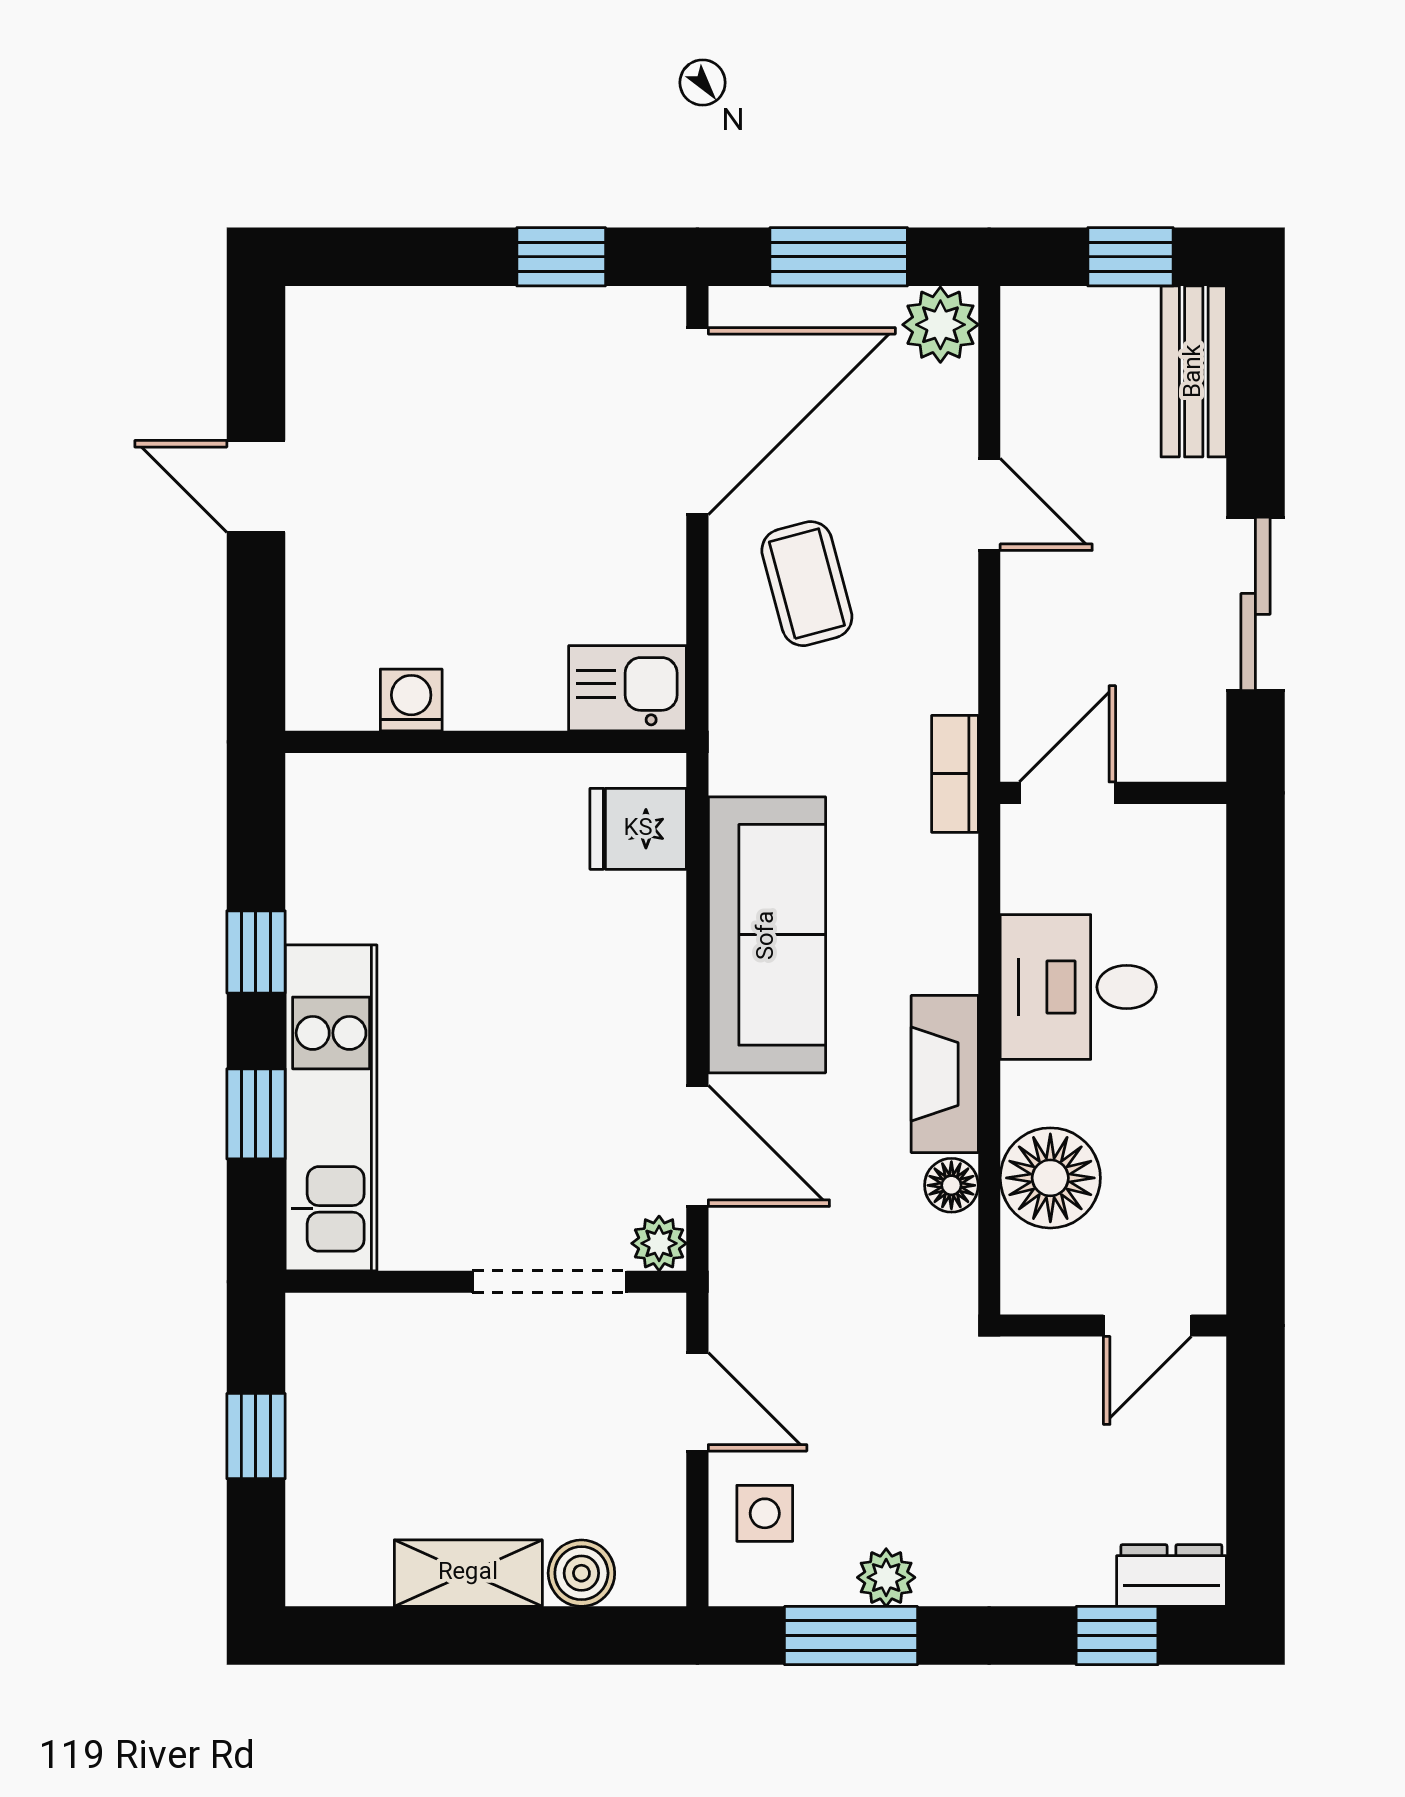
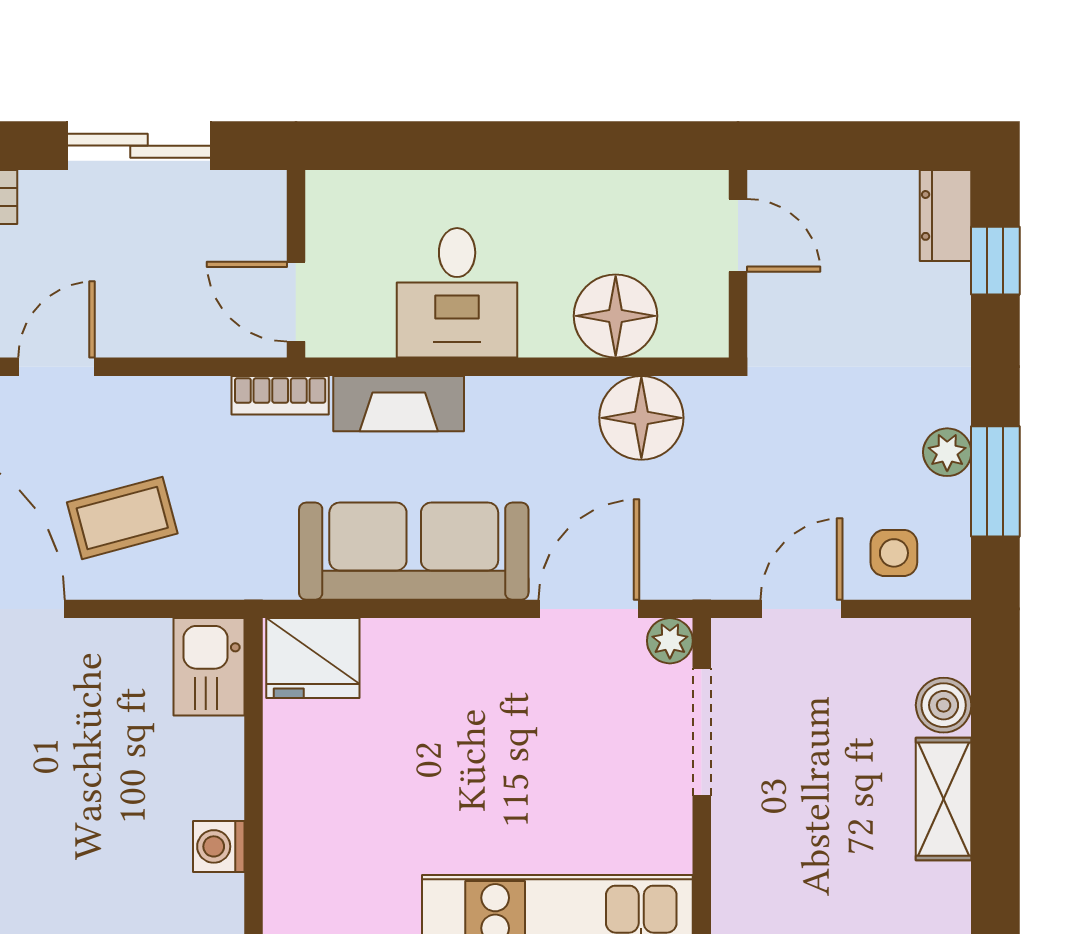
fridge: (638, 829) -> (313, 658), width x1.38
fireplace: (945, 1074) -> (399, 404), moved
floor lamp: (951, 1185) -> (641, 418), width x1.89, depth x1.89

